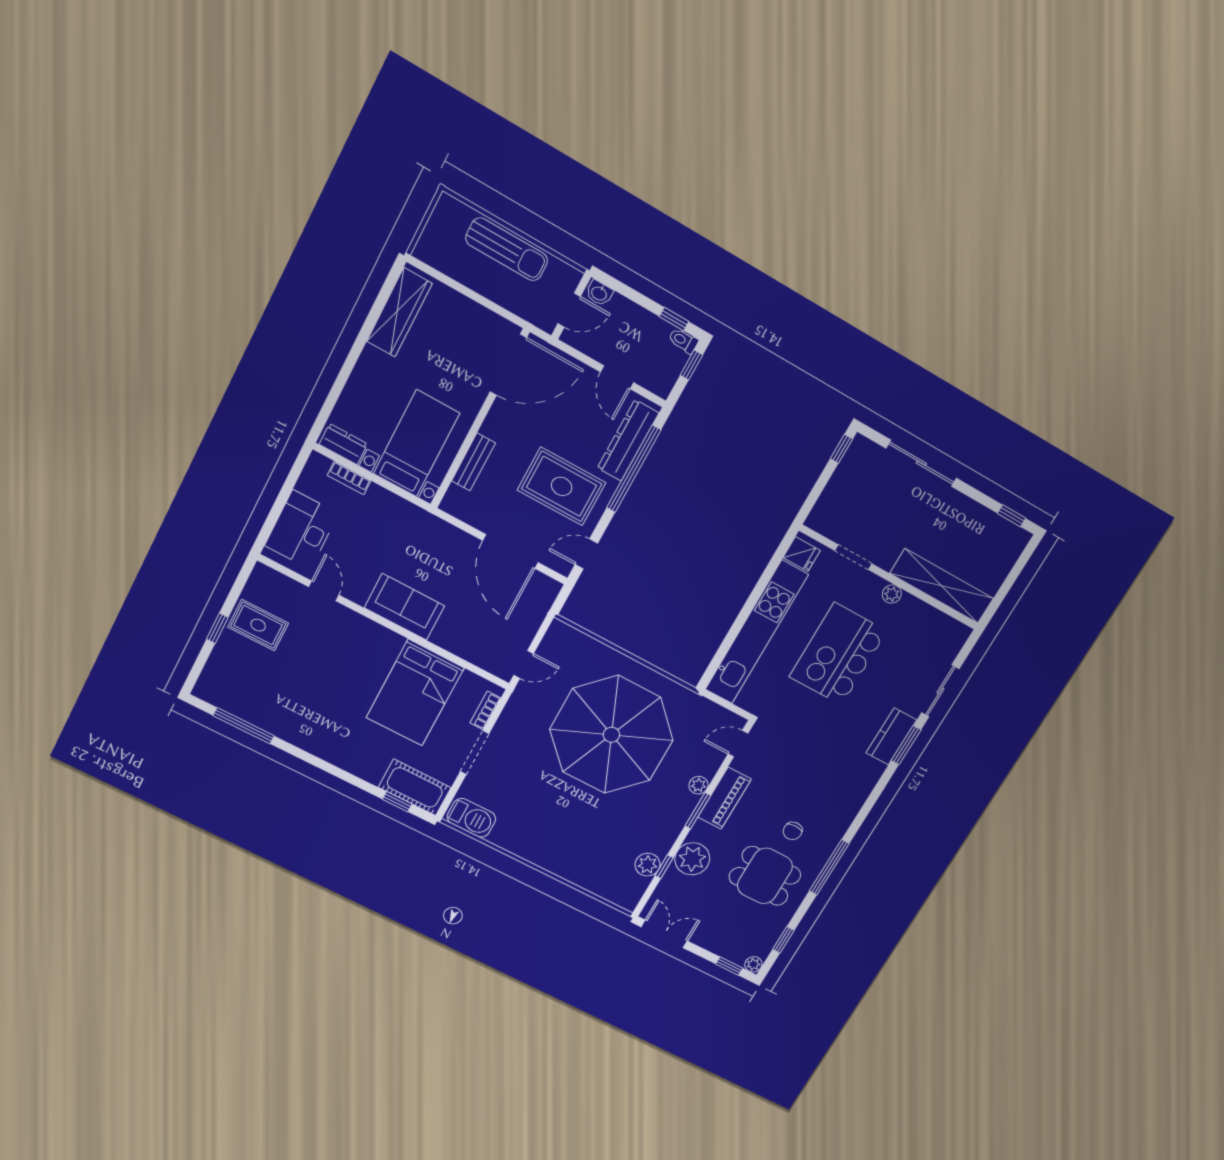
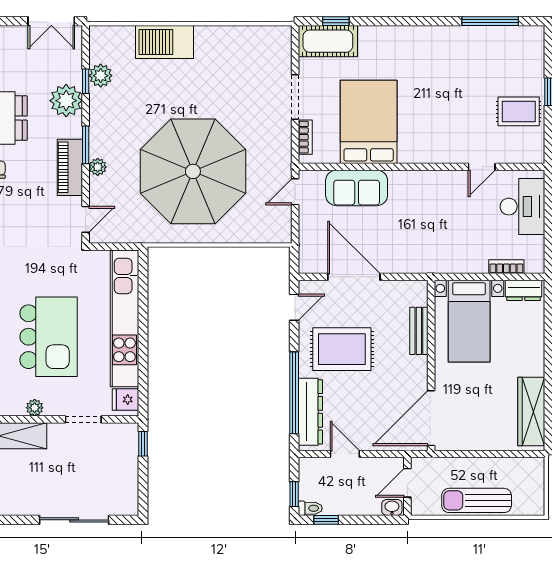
window: (841, 449) -> (143, 444), moved
door: (324, 591) -> (482, 167), hinge flipped
sofa: (404, 607) -> (357, 188), moved
barbecue: (471, 818) -> (164, 42), moved, width x1.37, depth x1.21

